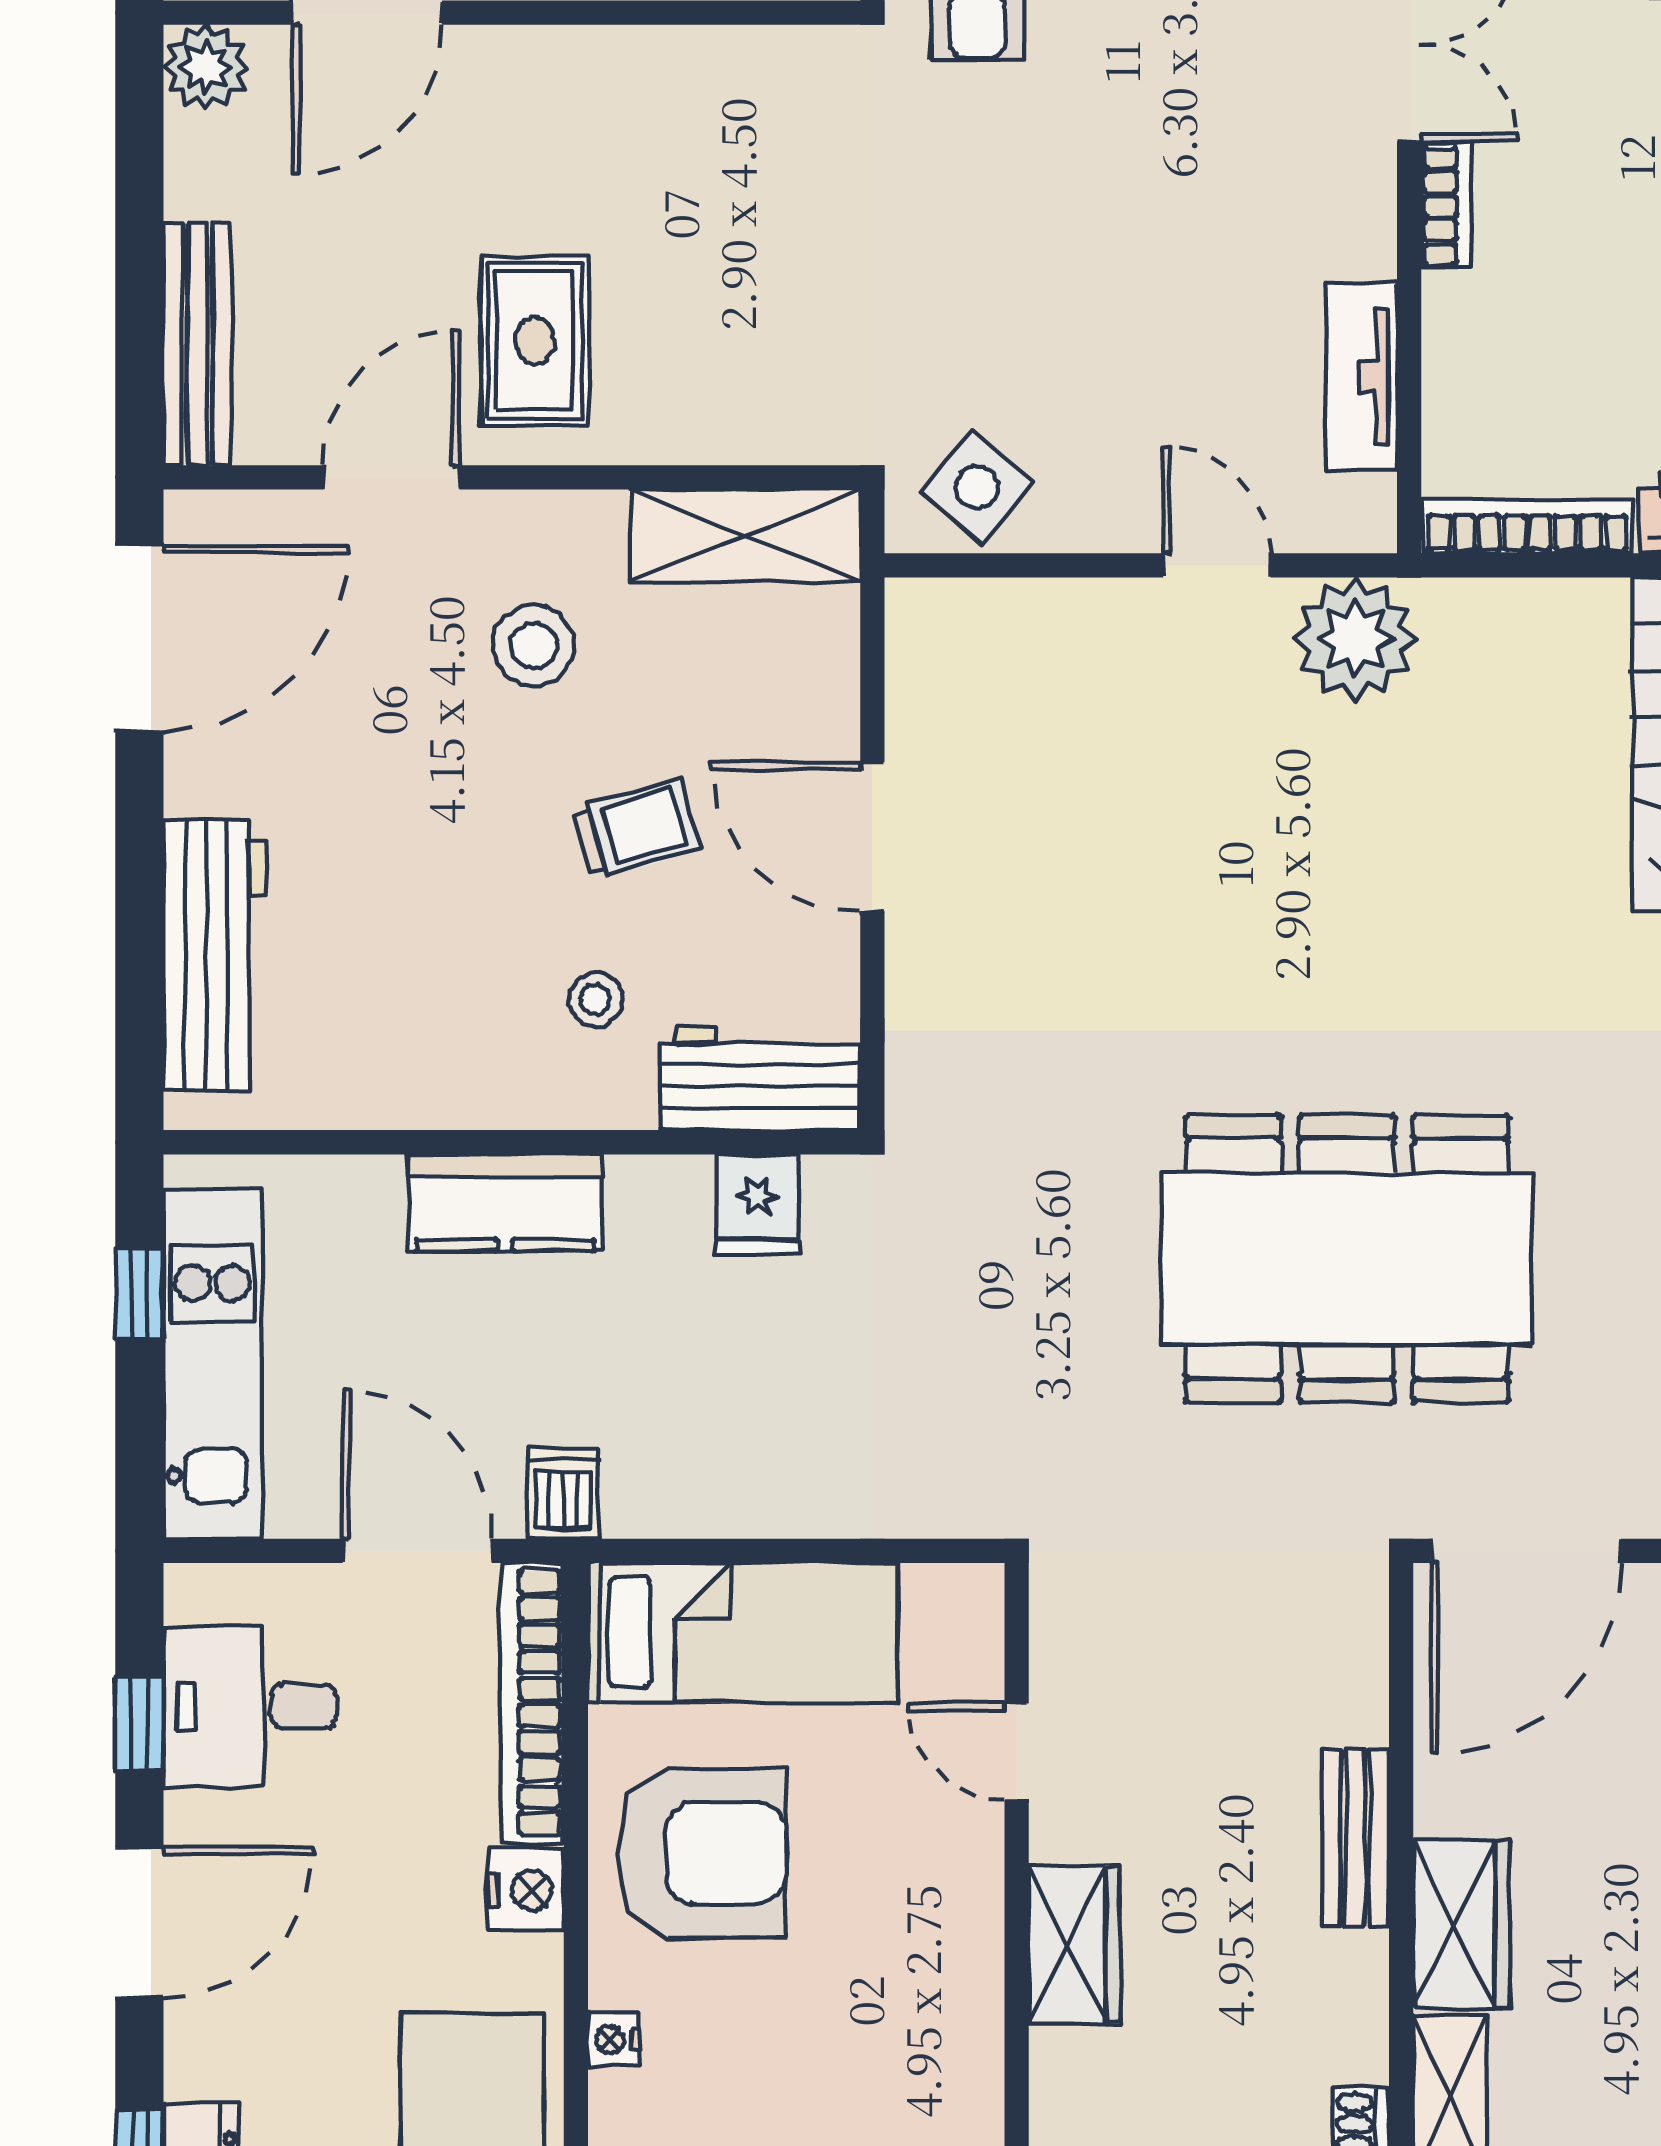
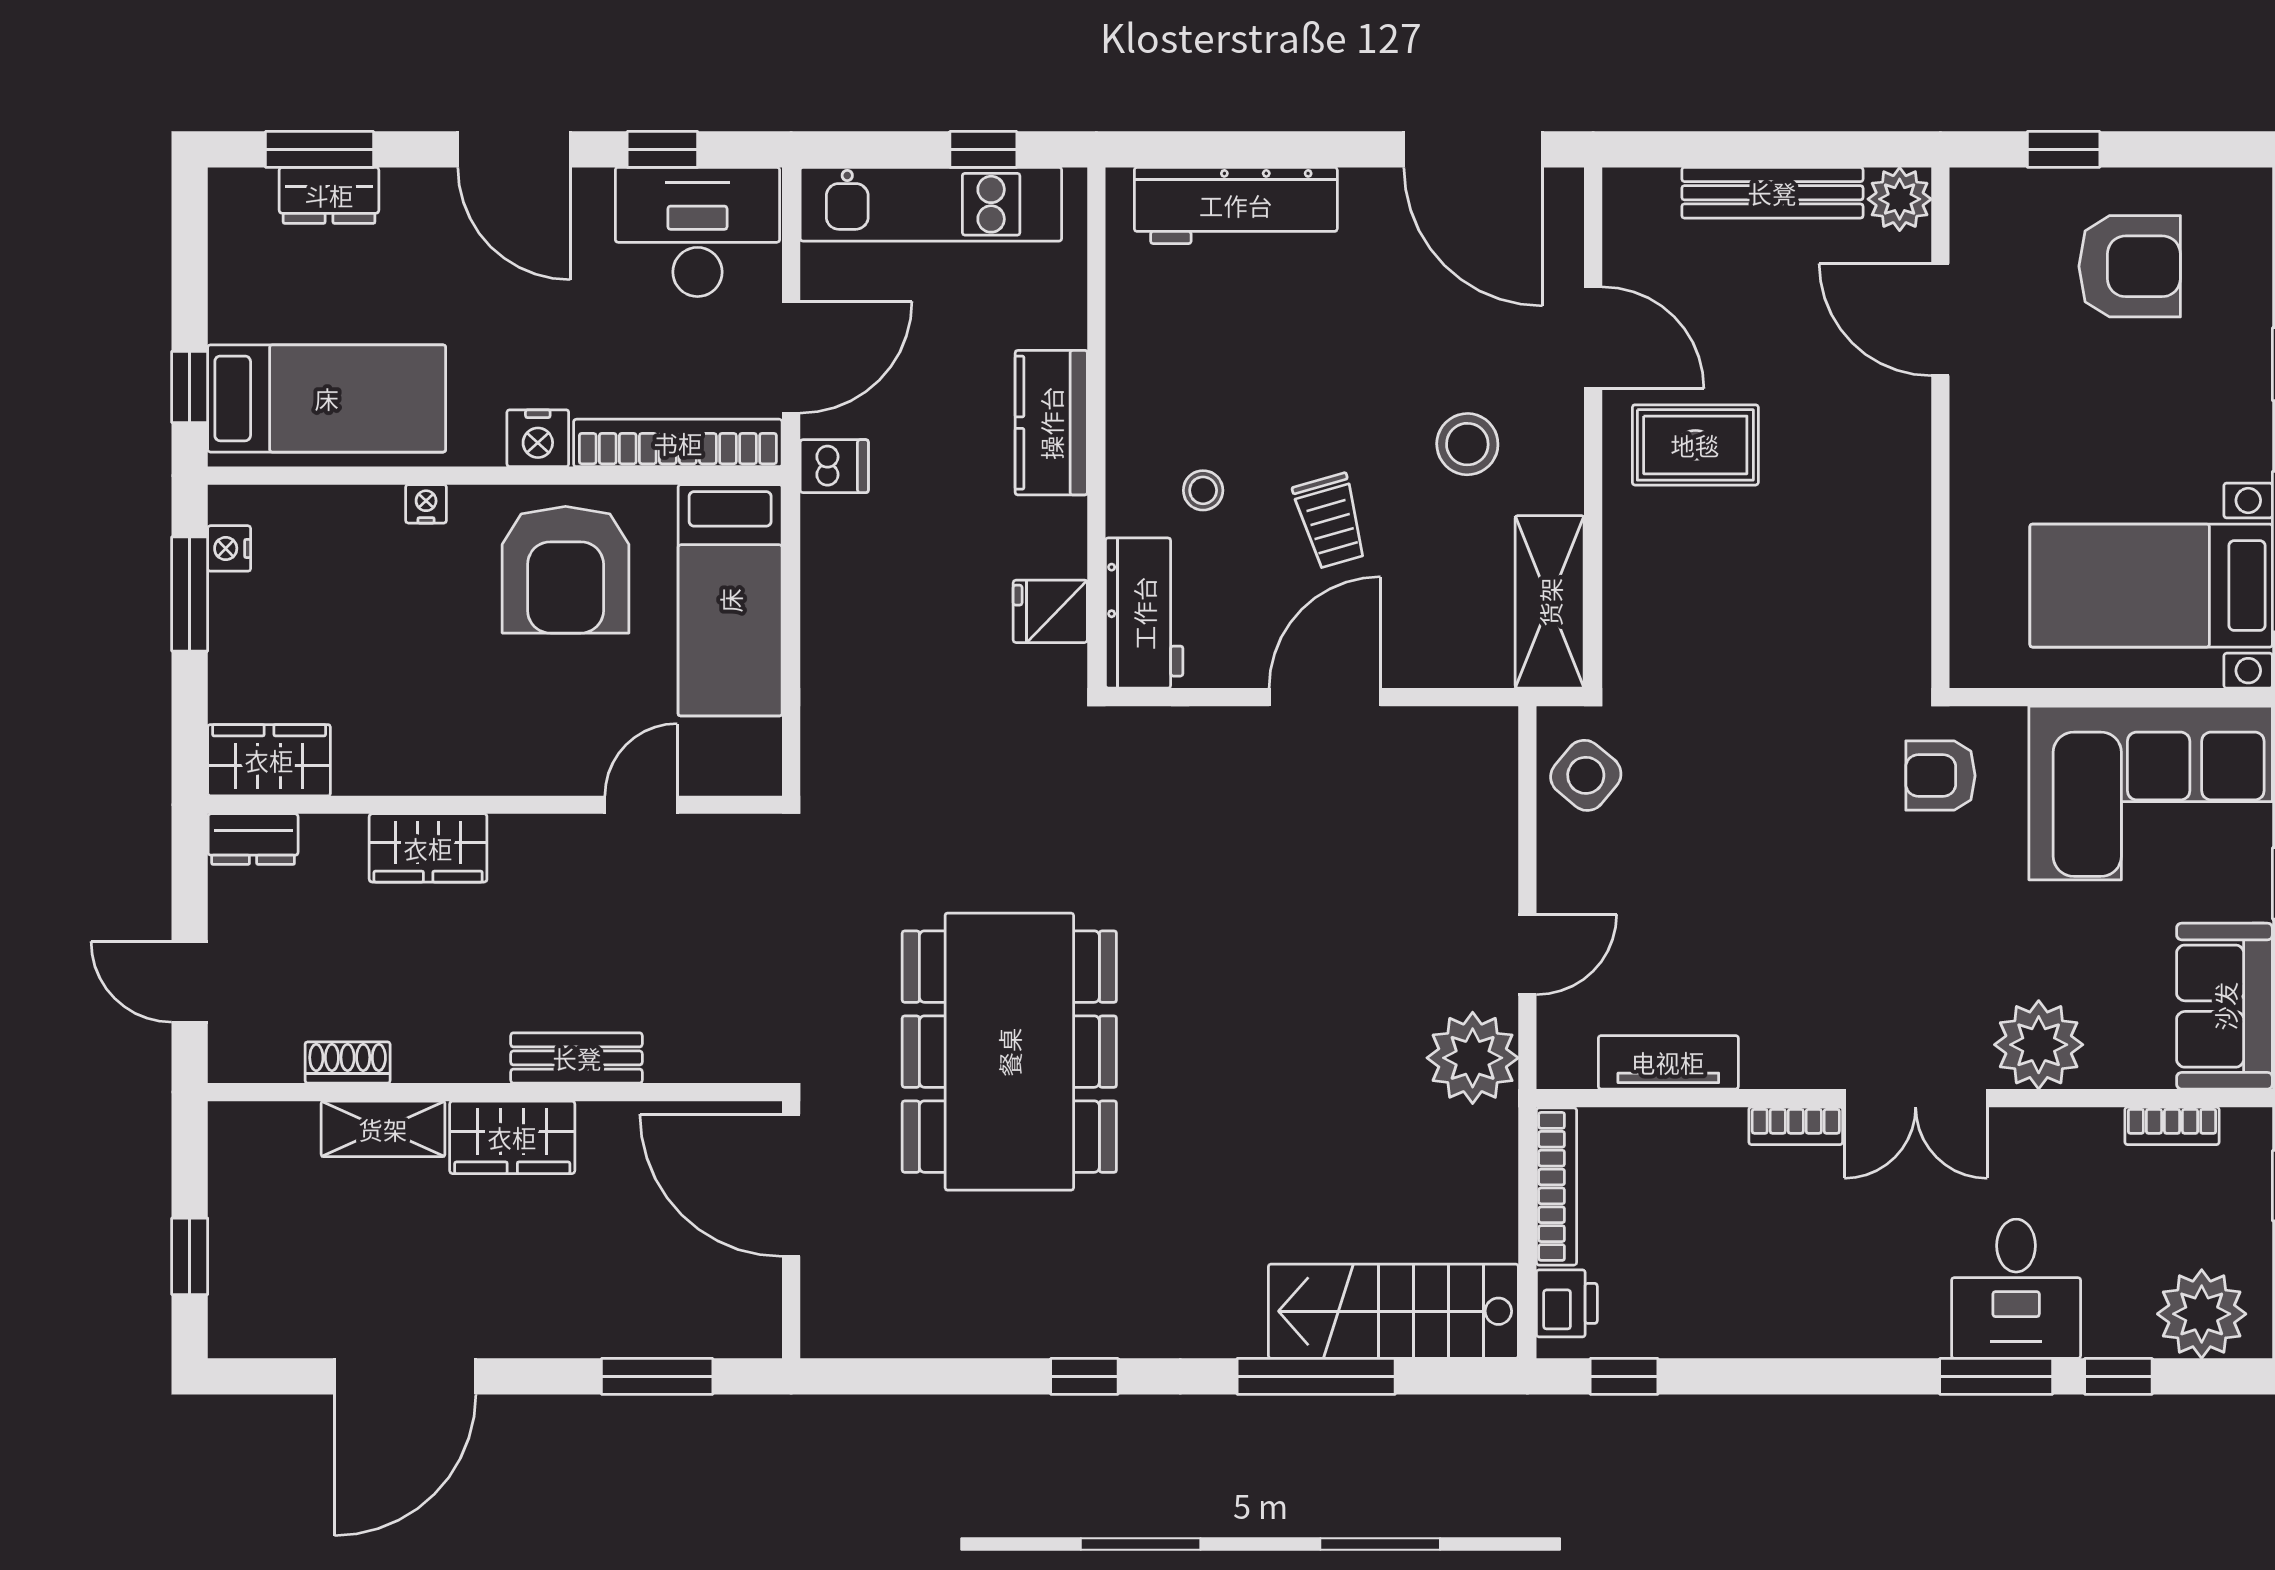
bench: (197, 344) -> (1772, 193), moved
desk: (250, 1706) -> (697, 232), width x1.37
wardrobe: (1074, 1944) -> (428, 848), moved

